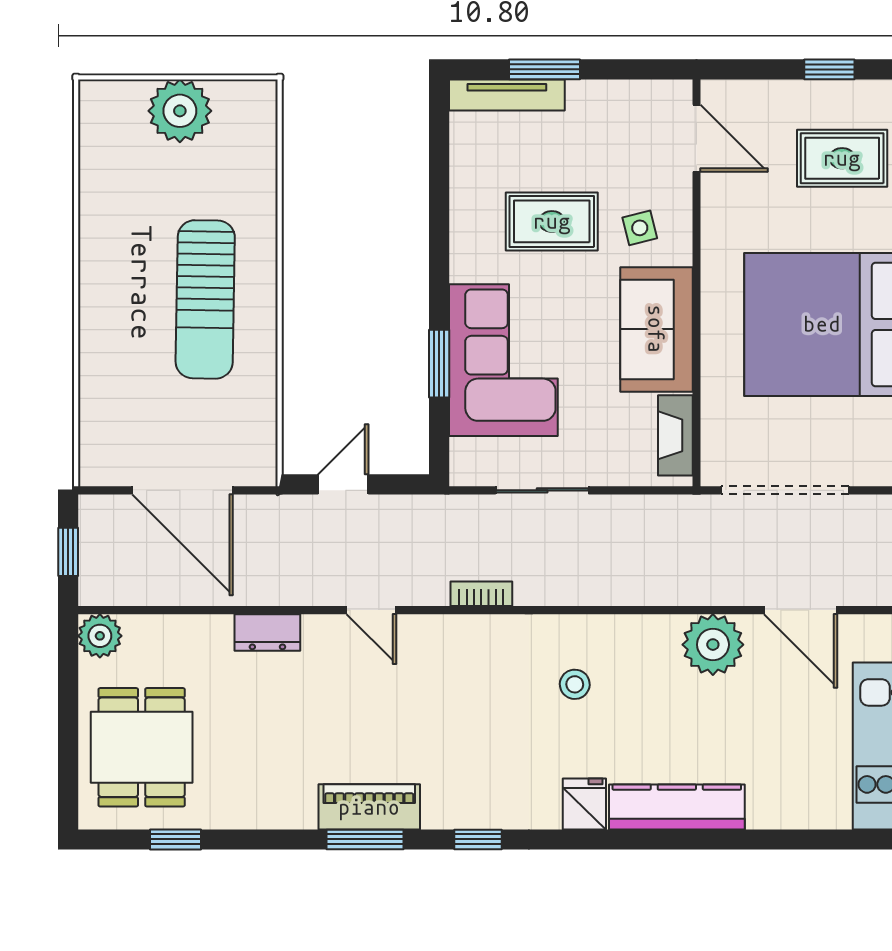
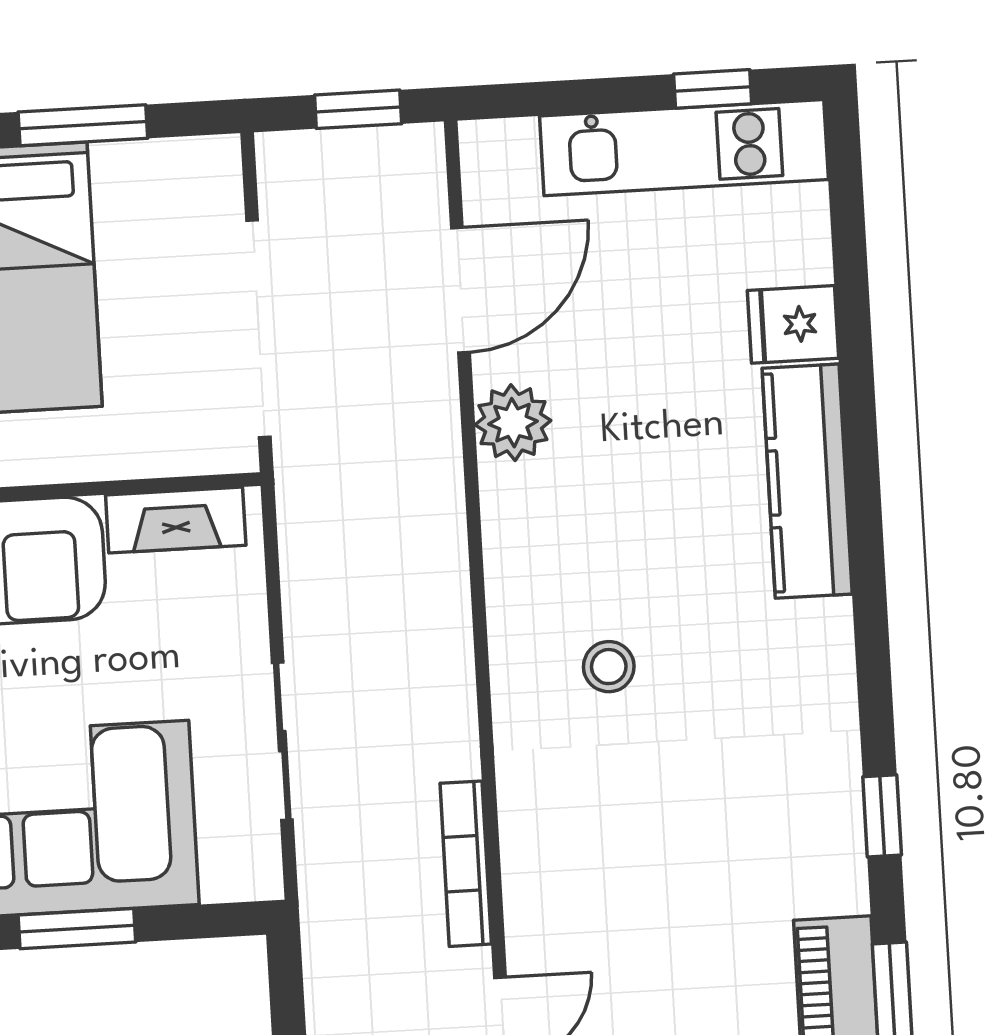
bookcase: (481, 594) -> (466, 864), width x1.56
plant: (713, 645) -> (513, 423), width x0.73, depth x0.73
fridge: (584, 804) -> (793, 324), moved

